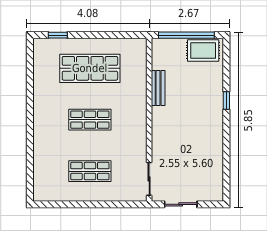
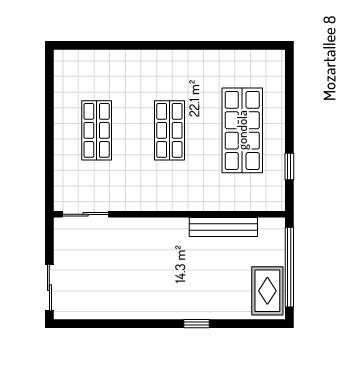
window: (58, 35) -> (289, 166), moved
bench: (158, 88) -> (223, 227), width x1.36
sliding door: (181, 204) -> (49, 288), moved

